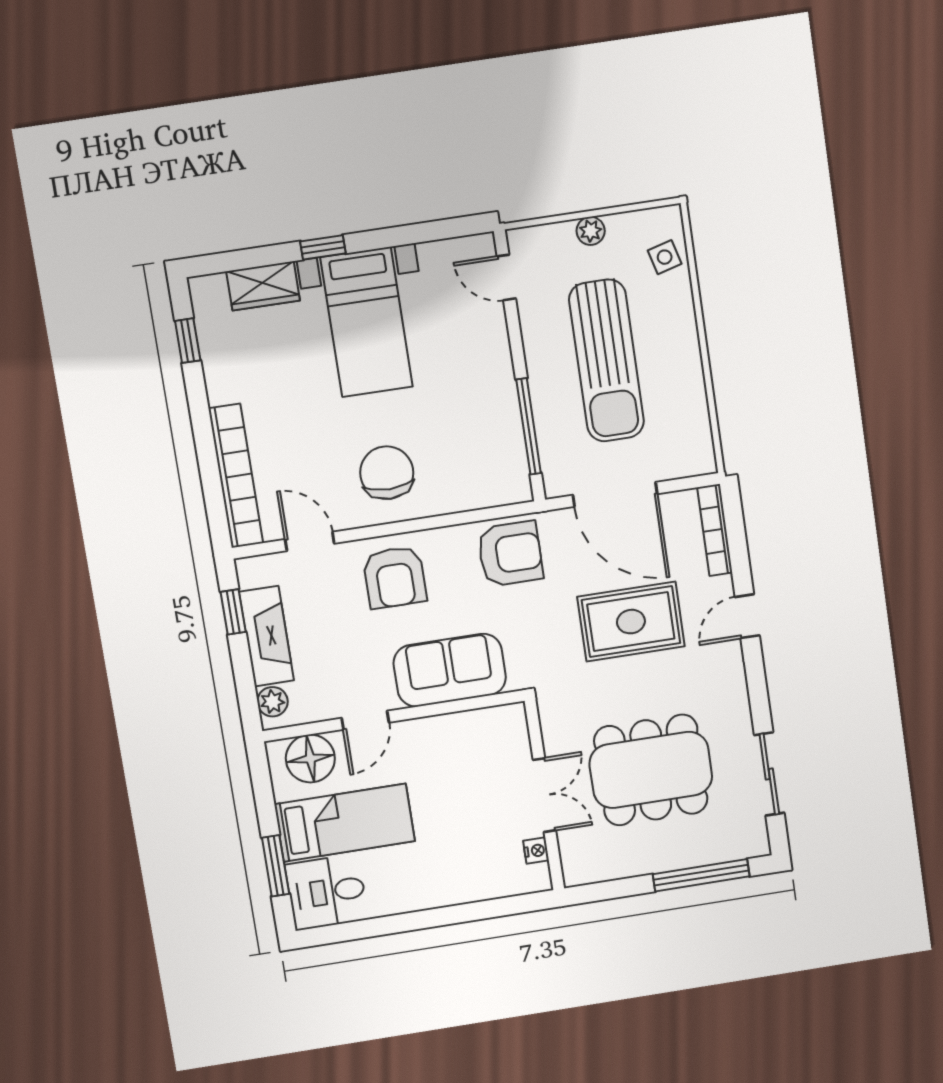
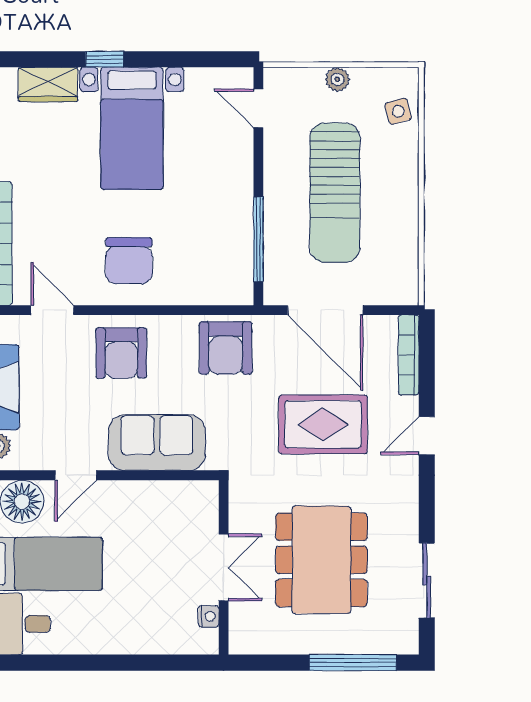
chair: (387, 473) -> (129, 261), turned 180
armchair: (510, 554) -> (226, 348), turned 90
dining table: (651, 770) -> (321, 560), turned 90

